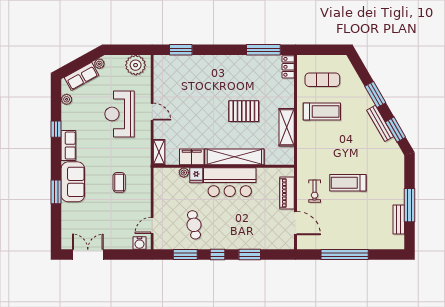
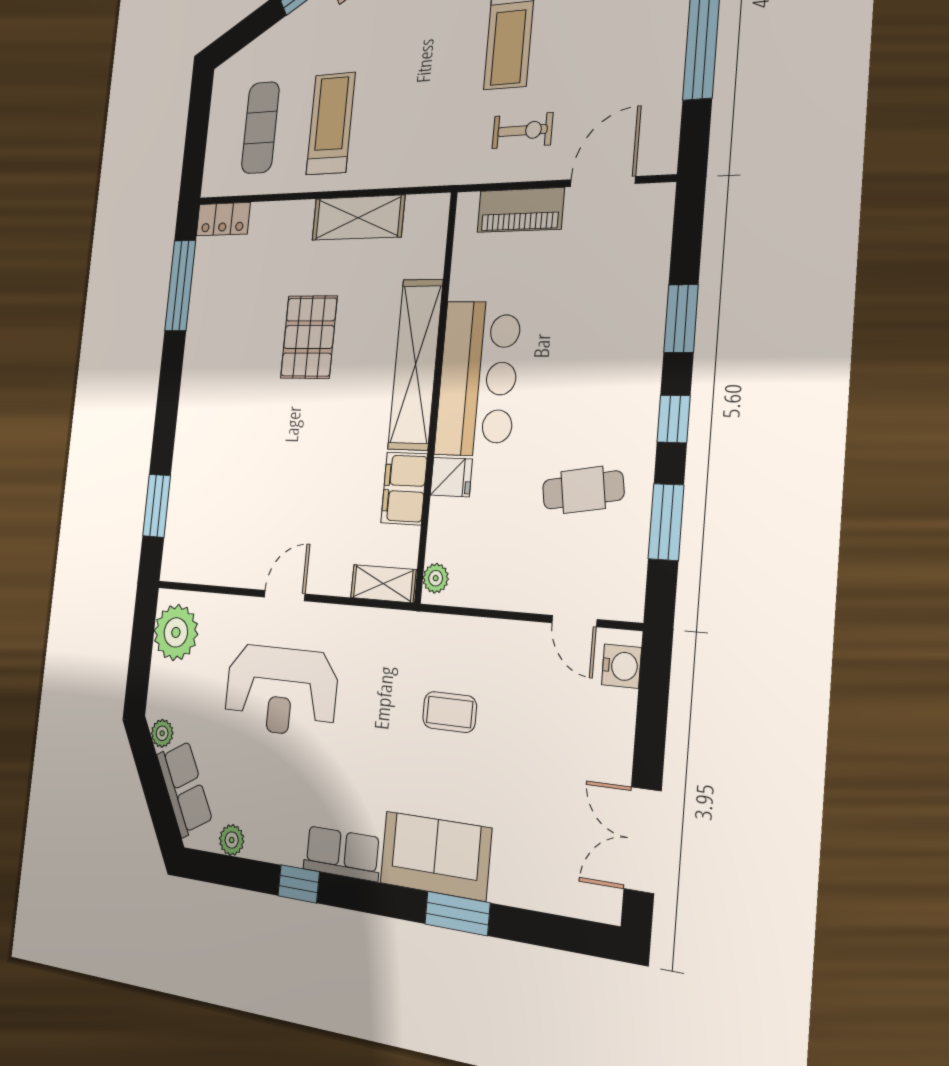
plant: (184, 173) -> (436, 578), moved

